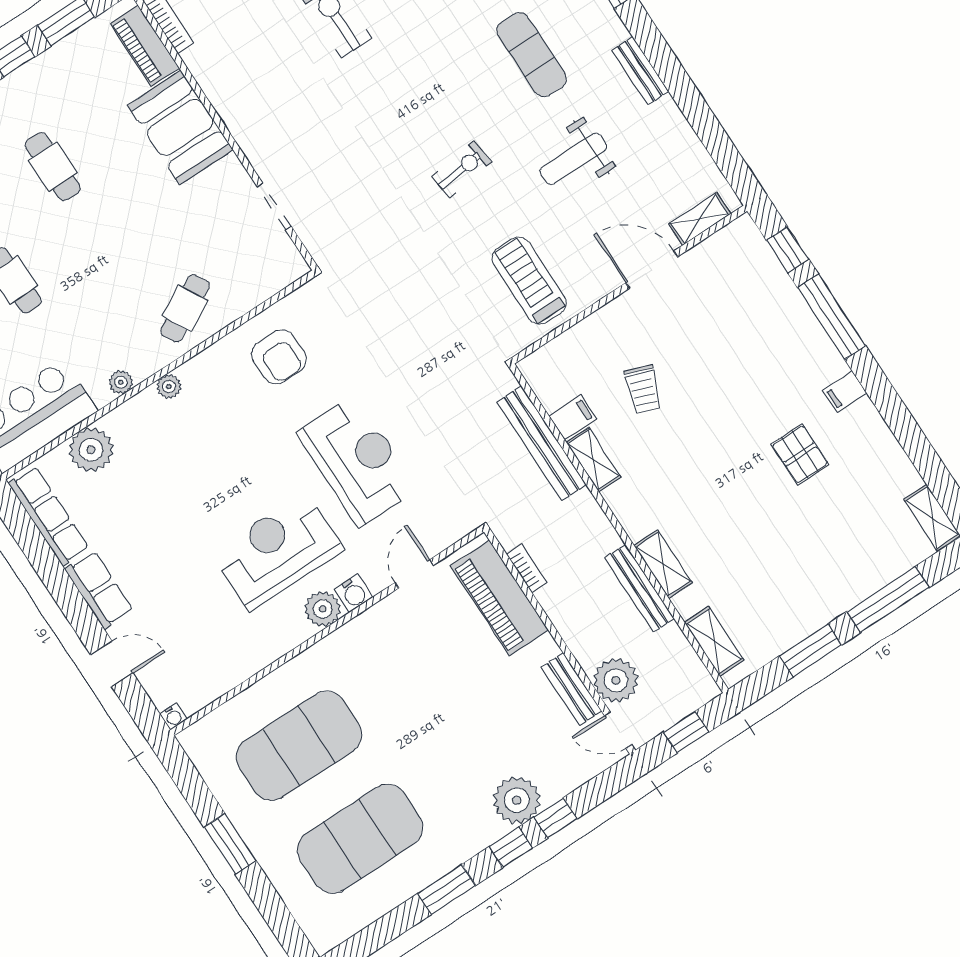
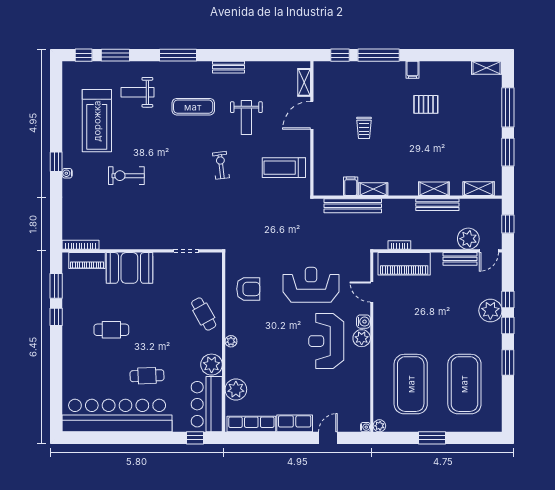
plant: (121, 382) -> (212, 365), width x1.87, depth x1.87
trolley: (643, 389) -> (364, 128), moved, turned 70
plant: (191, 739) -> (379, 426), added

